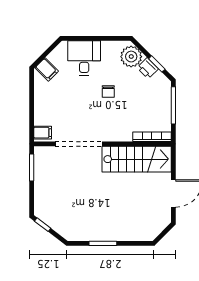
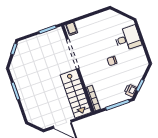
plant: (131, 57) -> (139, 68), removed
printer: (148, 68) -> (130, 90), moved
filing cabinet: (47, 69) -> (112, 17), removed

